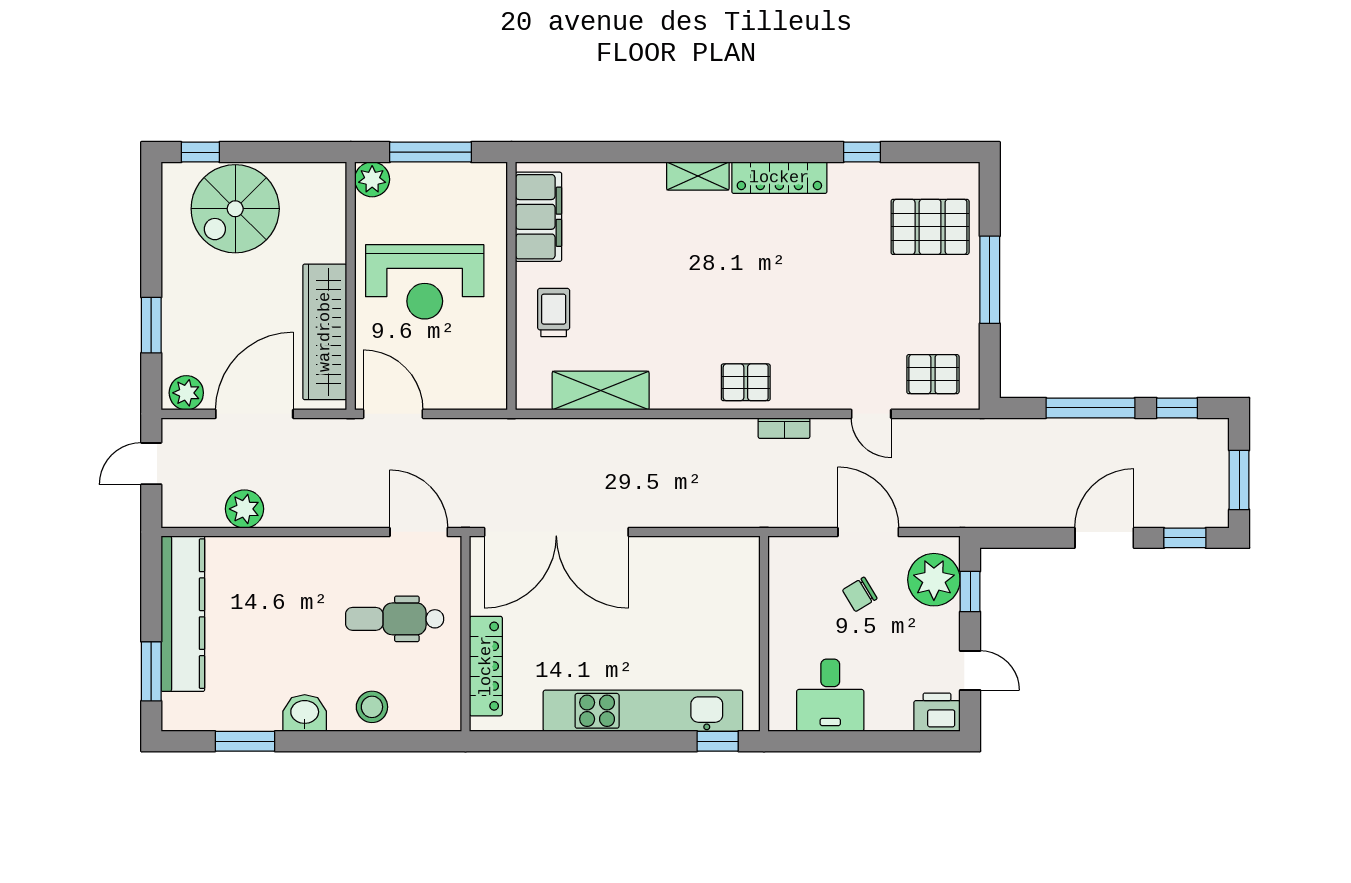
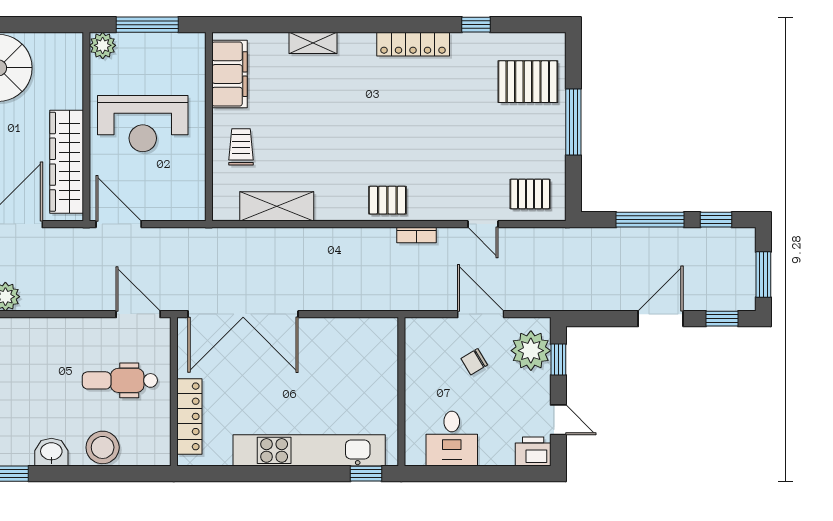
shelving: (698, 176) -> (313, 43), moved
stool: (372, 707) -> (103, 447), width x1.38, depth x1.38

